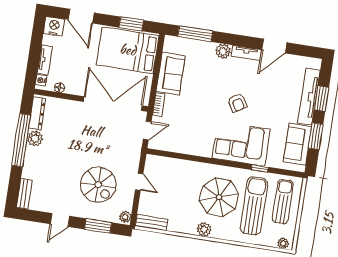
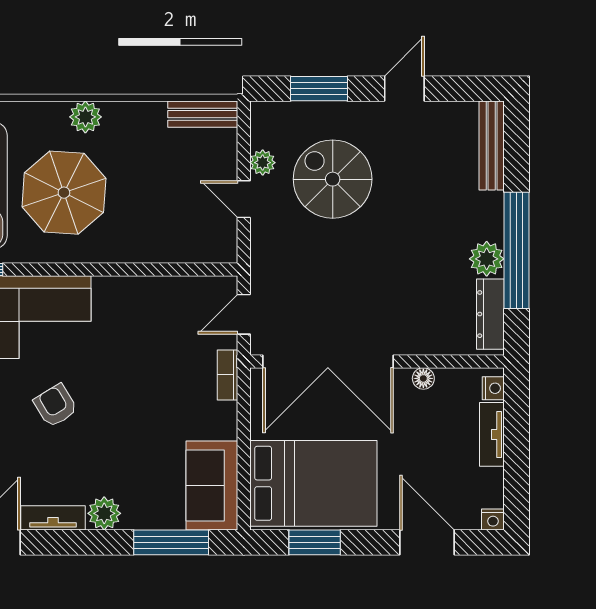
nightstand: (54, 26) -> (493, 519), width x0.53, depth x0.56
sofa: (171, 73) -> (212, 486), moved
floor lamp: (60, 88) -> (423, 378), moved
bench: (24, 194) -> (492, 146), width x1.36
plant: (125, 217) -> (263, 163), moved

